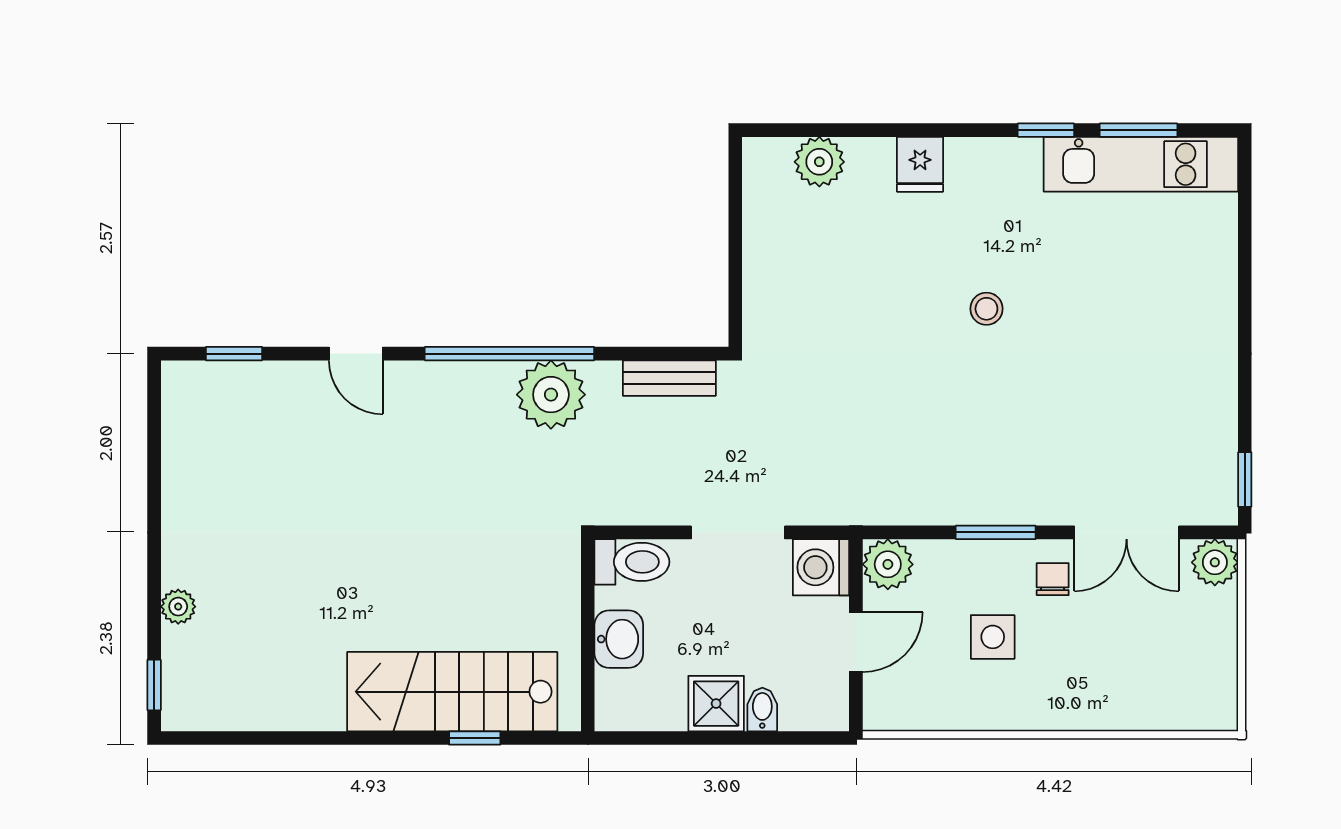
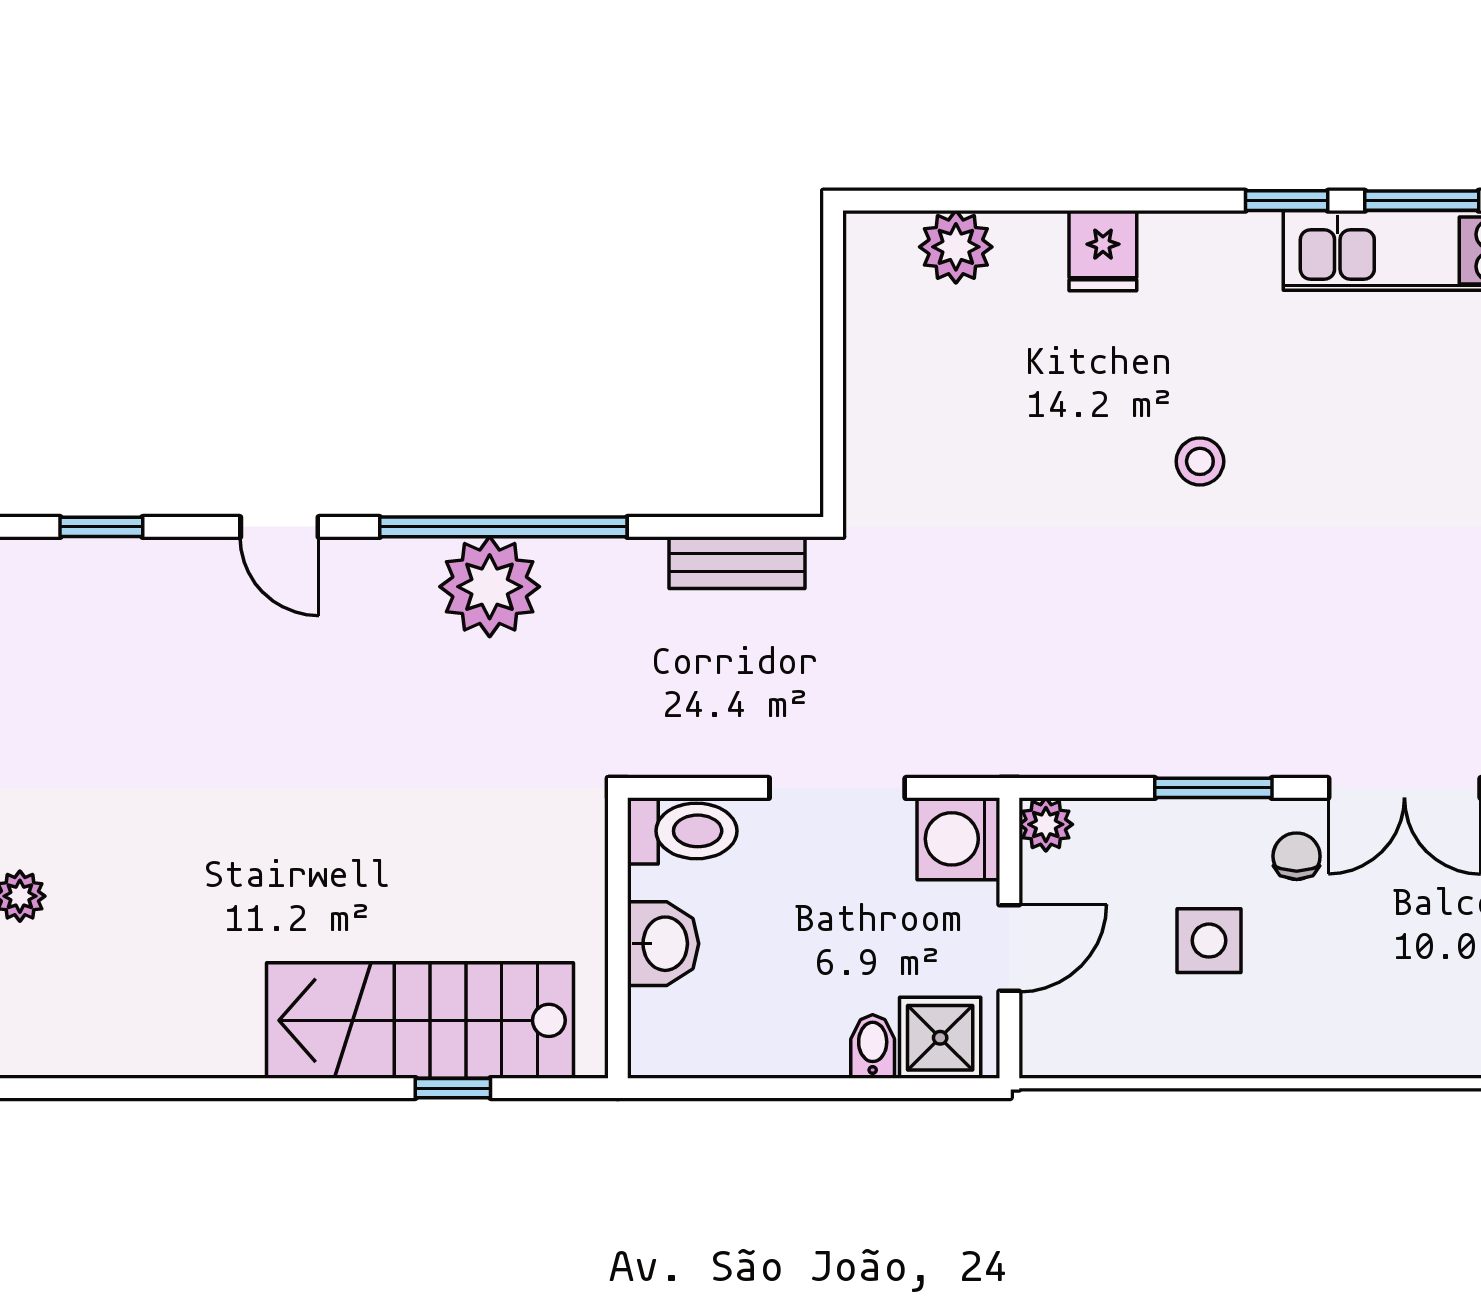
plant: (551, 395) -> (490, 587), moved
plant: (888, 564) -> (1046, 824), width x0.73, depth x0.73
shower: (716, 704) -> (940, 1038), moved

